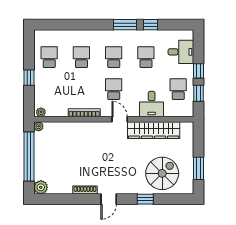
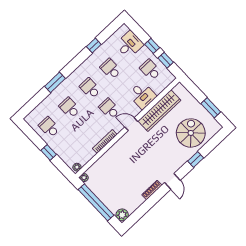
window: (125, 25) -> (55, 82), moved

